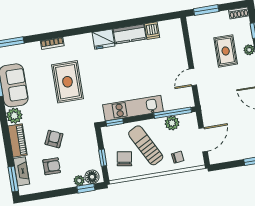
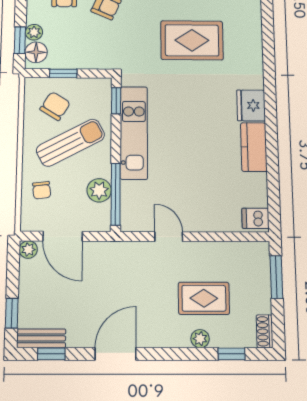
dishwasher: (152, 31) -> (255, 218), moved
bookcase: (52, 43) -> (255, 28), removed
plant: (214, 158) -> (28, 250), added
chair: (124, 159) -> (55, 106), turned -67

